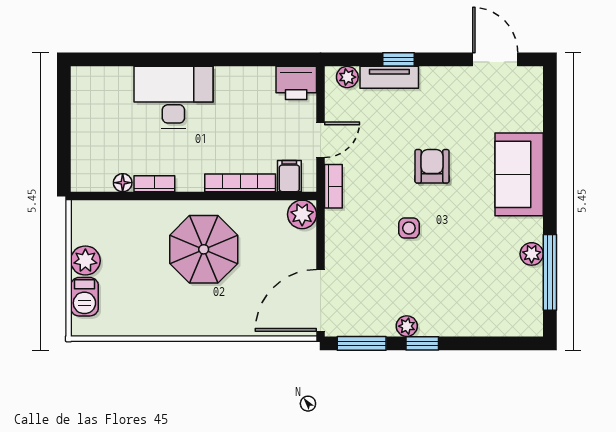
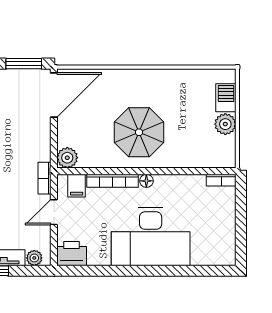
desk: (173, 97) -> (151, 236), width x1.36, depth x1.30
floor lamp: (123, 183) -> (146, 181), moved
bookcase: (154, 184) -> (221, 180), moved

